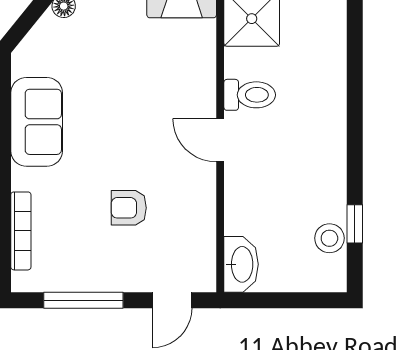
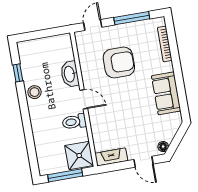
armchair: (129, 208) -> (119, 62), width x1.88, depth x1.88
stool: (329, 238) -> (34, 92), moved
washbasin: (241, 264) -> (70, 74), moved

